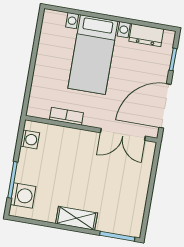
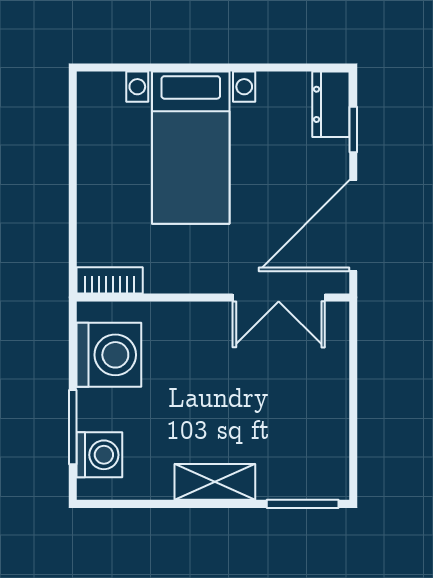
dresser: (146, 35) -> (331, 104), moved, turned 90
bookcase: (66, 116) -> (110, 280), moved
washing machine: (30, 139) -> (109, 355), width x1.89, depth x1.89

